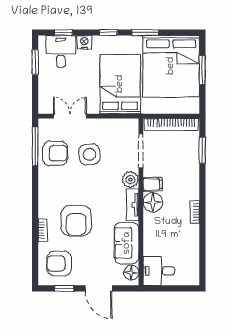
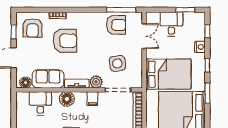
desk: (61, 51) -> (171, 24), moved, turned -90
armchair: (55, 153) -> (116, 25), turned -90
side table: (89, 154) -> (117, 63), moved
floor lamp: (153, 202) -> (67, 99), moved
armchair: (76, 221) -> (65, 41), turned 180
armchair: (59, 263) -> (33, 28), turned 180
desk: (159, 271) -> (40, 103), moved

